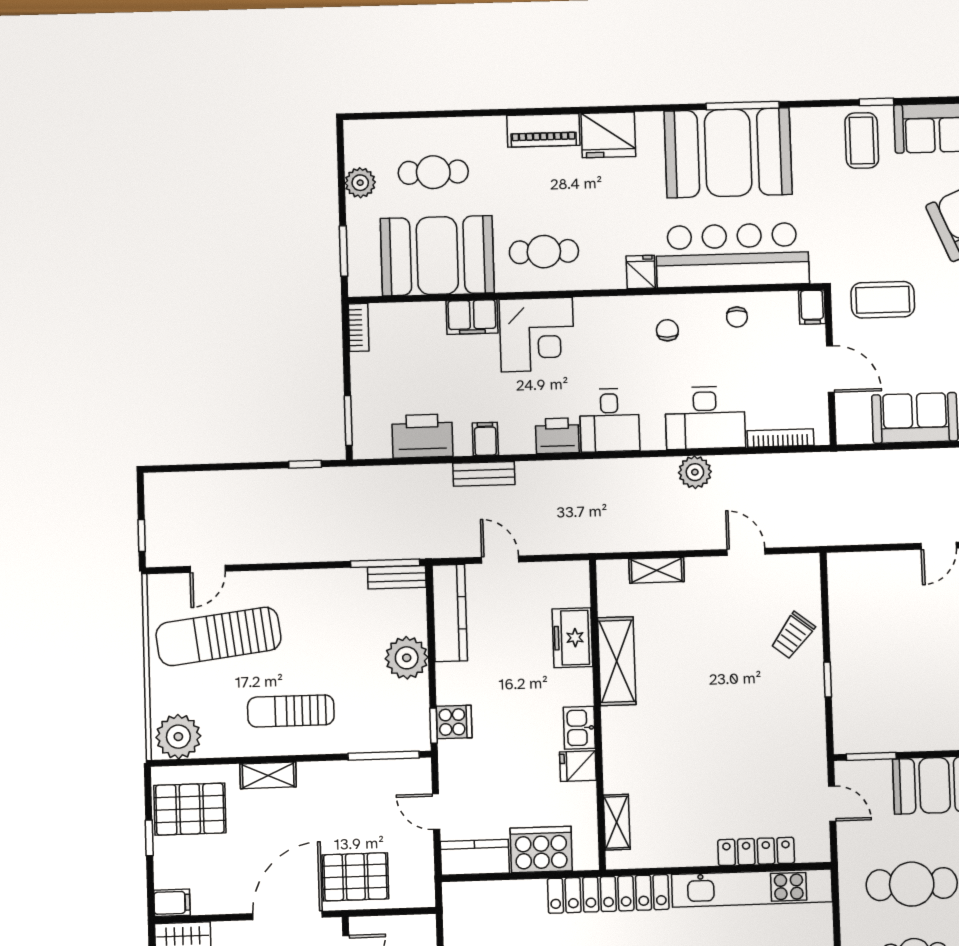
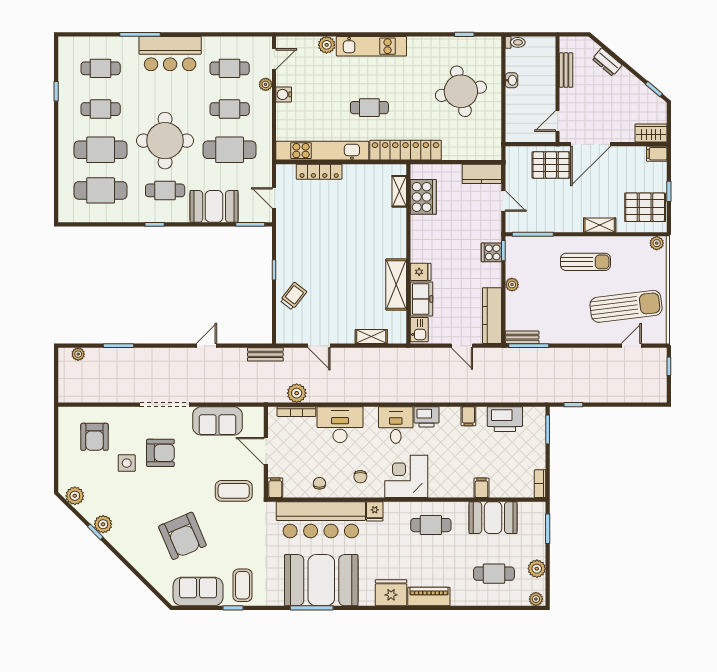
plant: (360, 131) -> (536, 599), added
booth: (437, 256) -> (493, 518), width x0.73, depth x0.70
filing cabinet: (472, 317) -> (481, 488), width x0.50
corner desk: (537, 335) -> (406, 476), moved
plant: (695, 472) -> (297, 393), moved
bench: (484, 474) -> (265, 354), moved
plant: (407, 658) -> (512, 285), width x0.53, depth x0.53
kitchen sink: (579, 728) -> (419, 330), moved
plant: (178, 737) -> (657, 243), width x0.53, depth x0.53
fridge: (578, 766) -> (421, 272), moved
cooker: (541, 849) -> (423, 197), moved, turned -90

